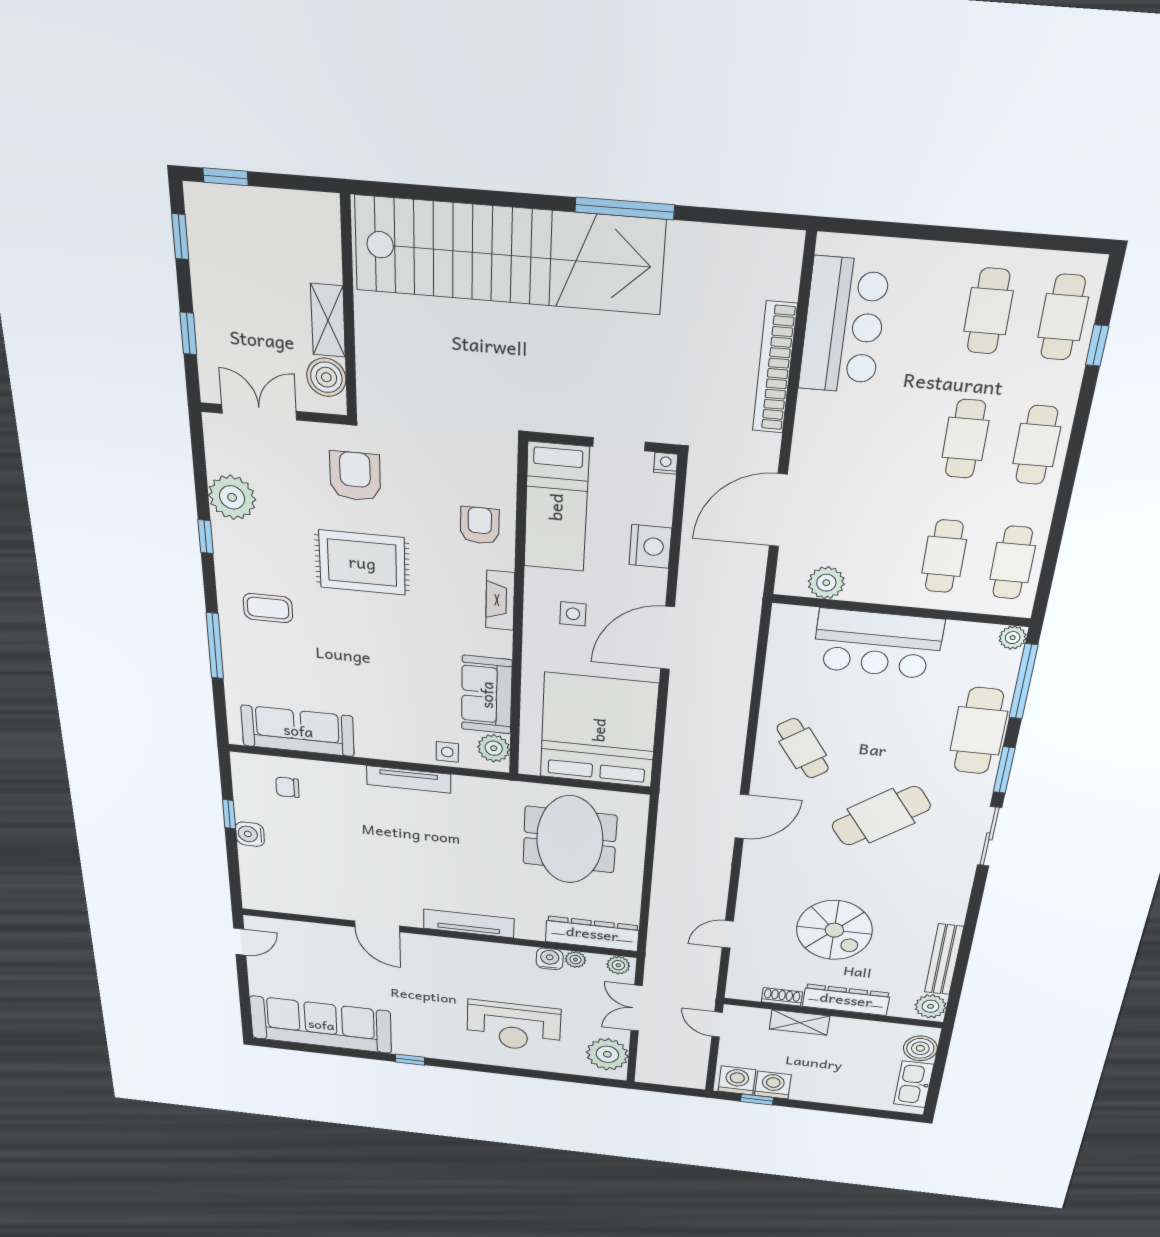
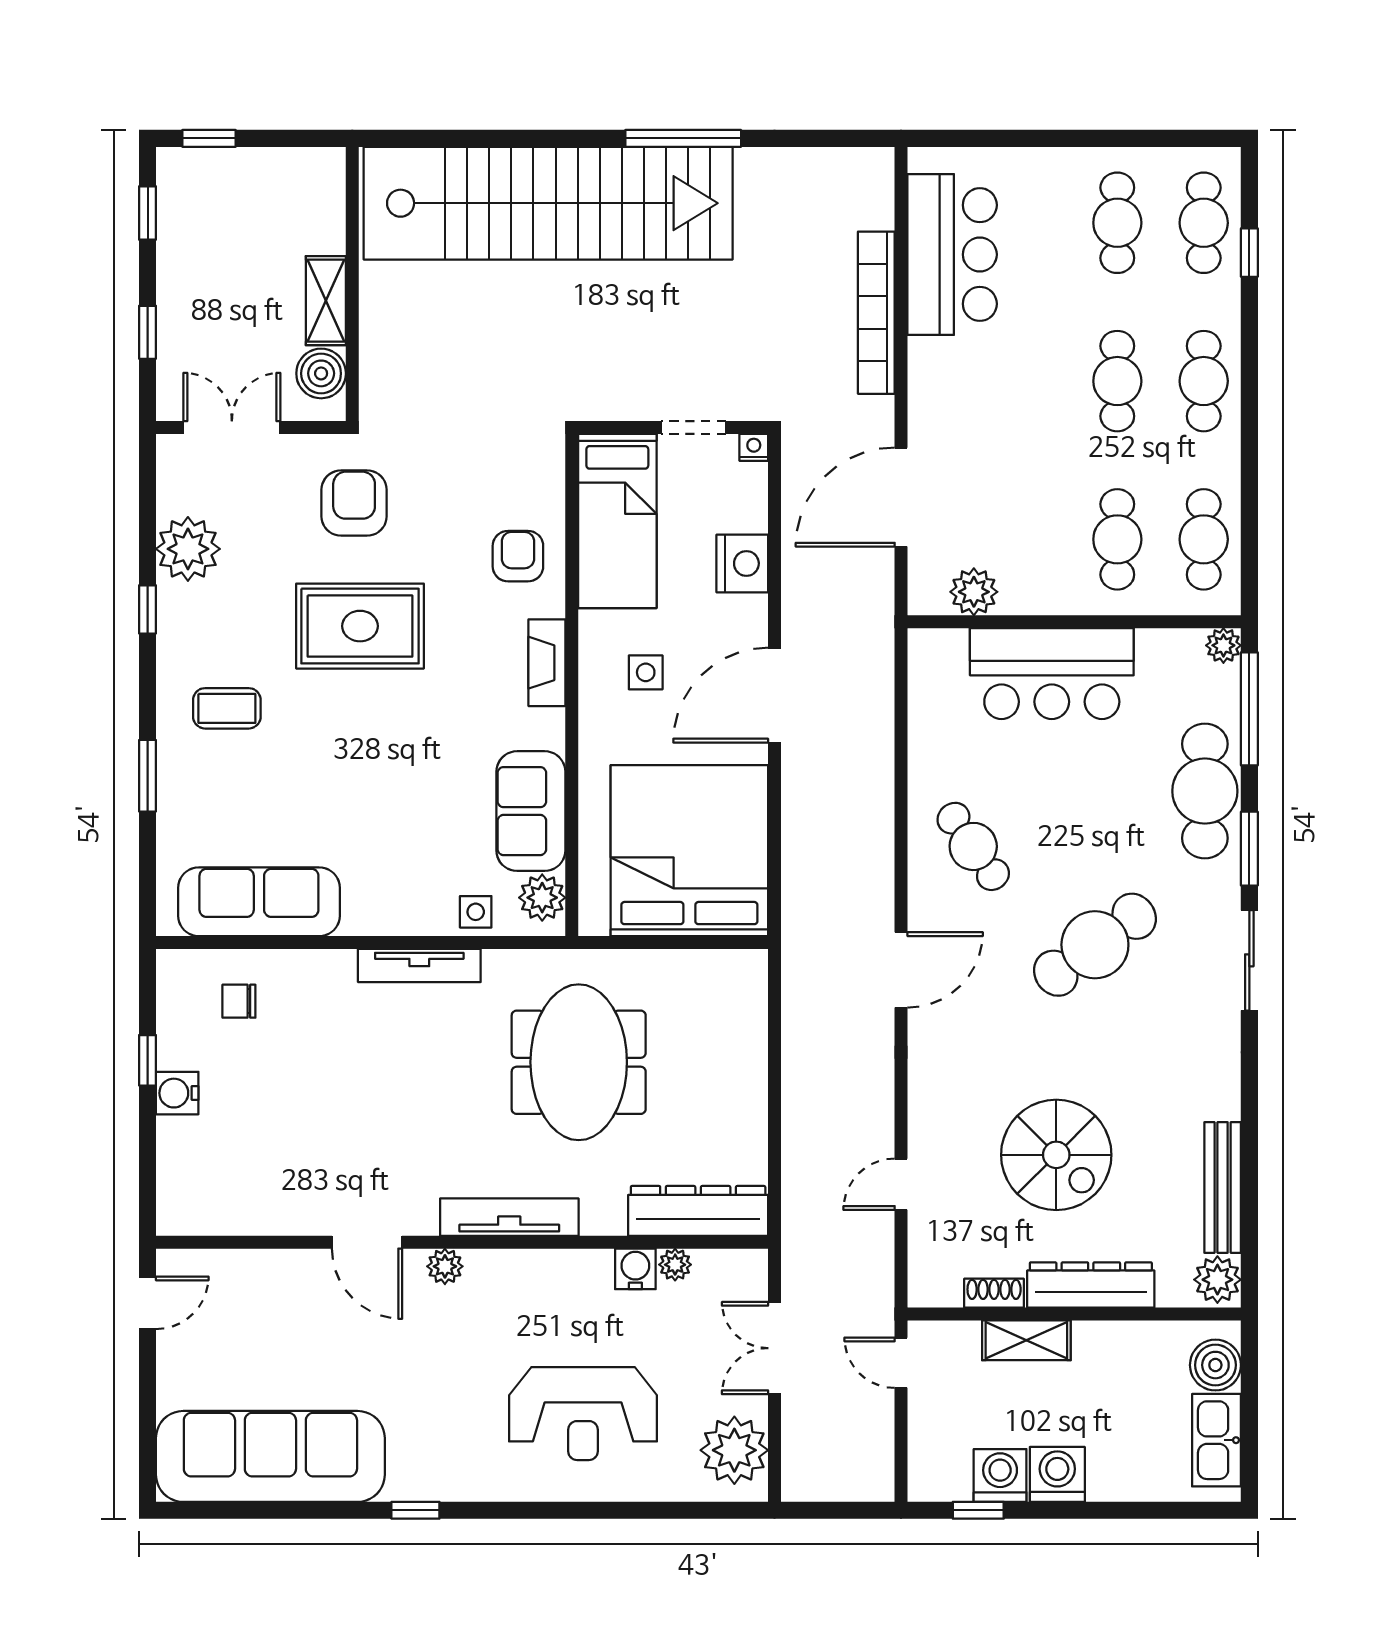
window: (215, 646) -> (148, 776), width x0.69
meeting table: (570, 840) -> (579, 1062), moved
plant: (618, 965) -> (445, 1266), moved
washing machine: (737, 1080) -> (1057, 1474), moved

